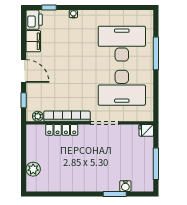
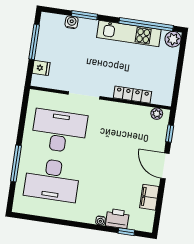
printer: (34, 20) -> (117, 219), moved, turned 90
bookcase: (67, 116) -> (124, 109), removed
fridge: (146, 130) -> (41, 68), moved
plant: (33, 169) -> (173, 39), moved
kitchen unit: (73, 184) -> (129, 34), added
window: (59, 194) -> (146, 24), added

